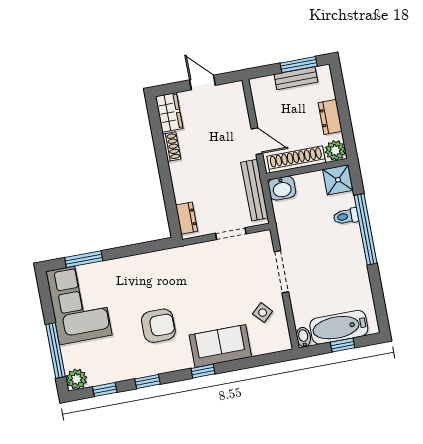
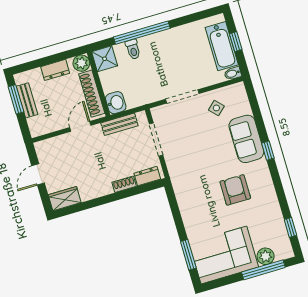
shoe rack: (172, 147) -> (124, 184), moved
bench: (254, 190) -> (119, 124), width x0.73
doorway: (231, 234) -> (156, 140), width x1.38
plant: (77, 379) -> (266, 256), moved
window: (148, 382) -> (281, 194), removed

